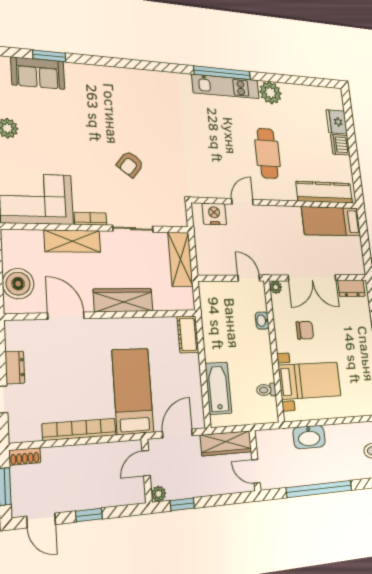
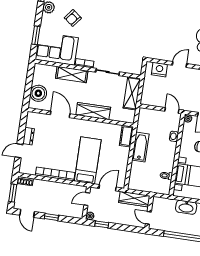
armchair: (130, 164) -> (73, 18), moved
bathtub: (218, 388) -> (140, 147), moved

